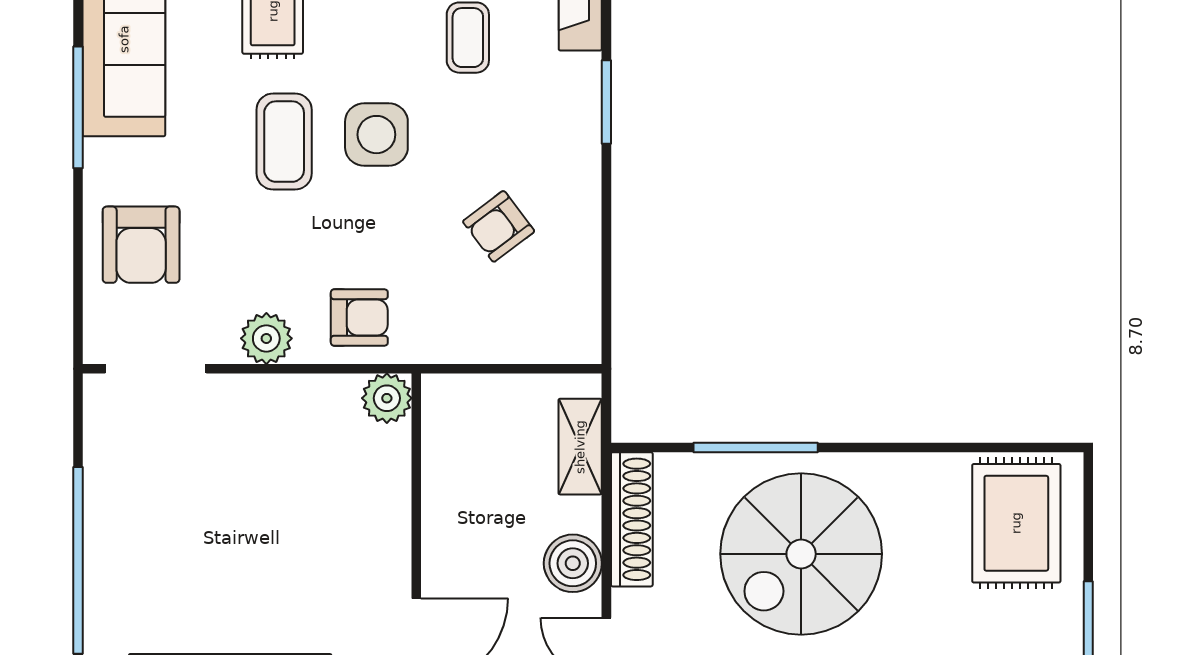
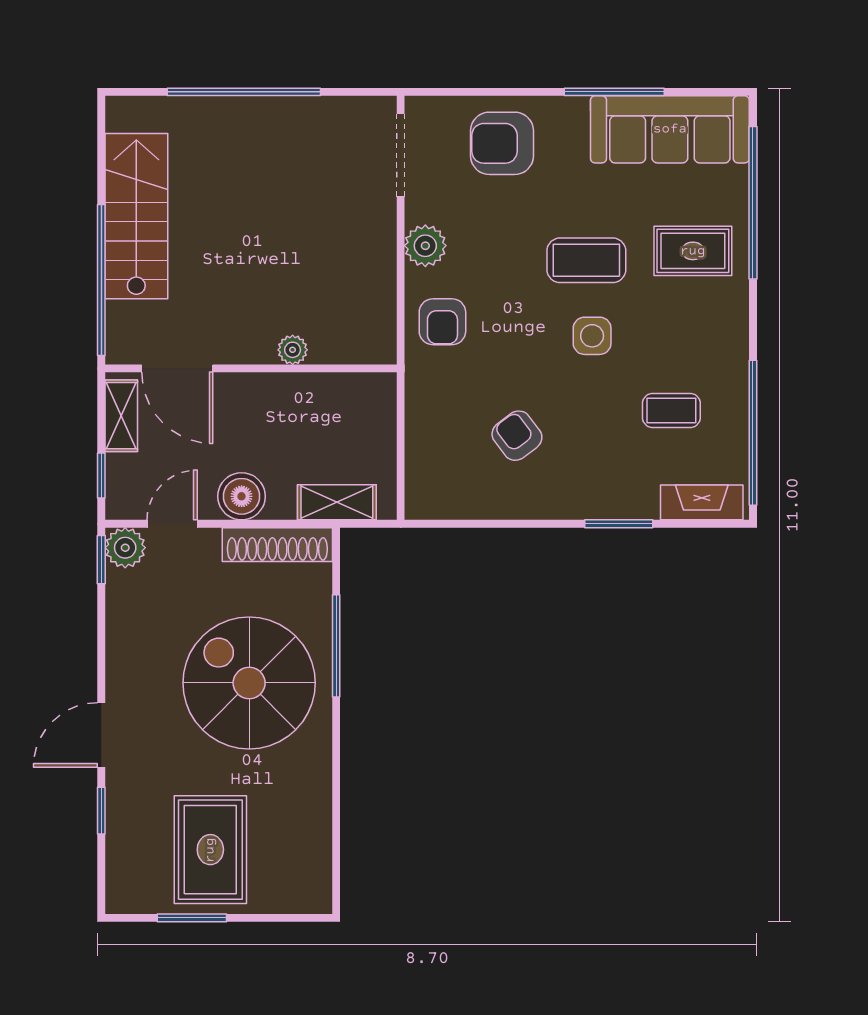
side table: (376, 135) -> (592, 336), width x0.73, depth x0.73
plant: (387, 398) -> (293, 350), moved, width x0.73, depth x0.73
rug: (1016, 523) -> (210, 850), moved, turned 90

